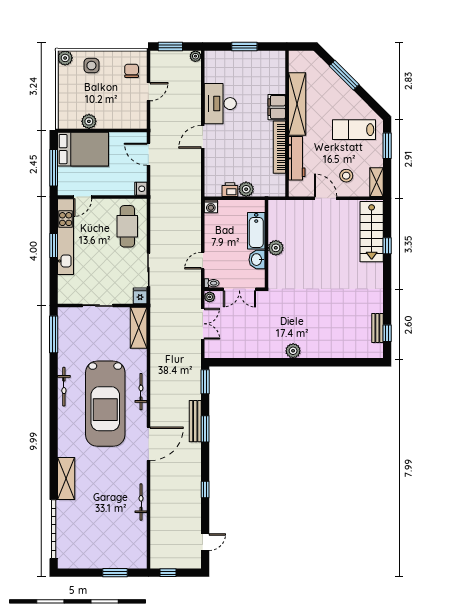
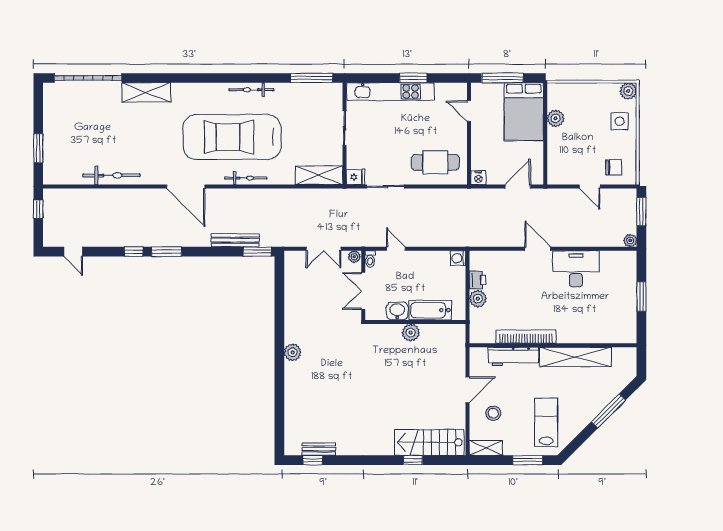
filing cabinet: (277, 107) -> (572, 334), removed
kitchen unit: (66, 237) -> (391, 92), moved
bench: (195, 421) -> (235, 240), moved
window: (205, 429) -> (166, 252), moved
bicycle: (141, 502) -> (112, 175), width x1.37, depth x1.40

